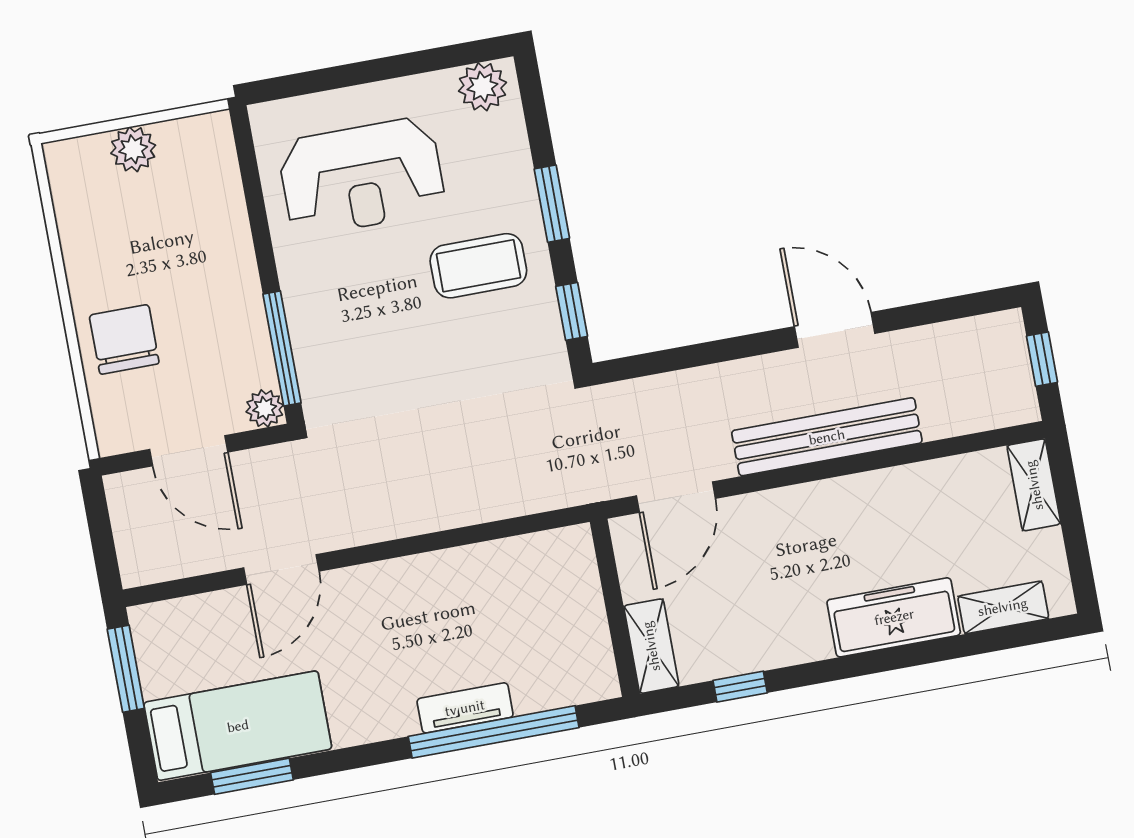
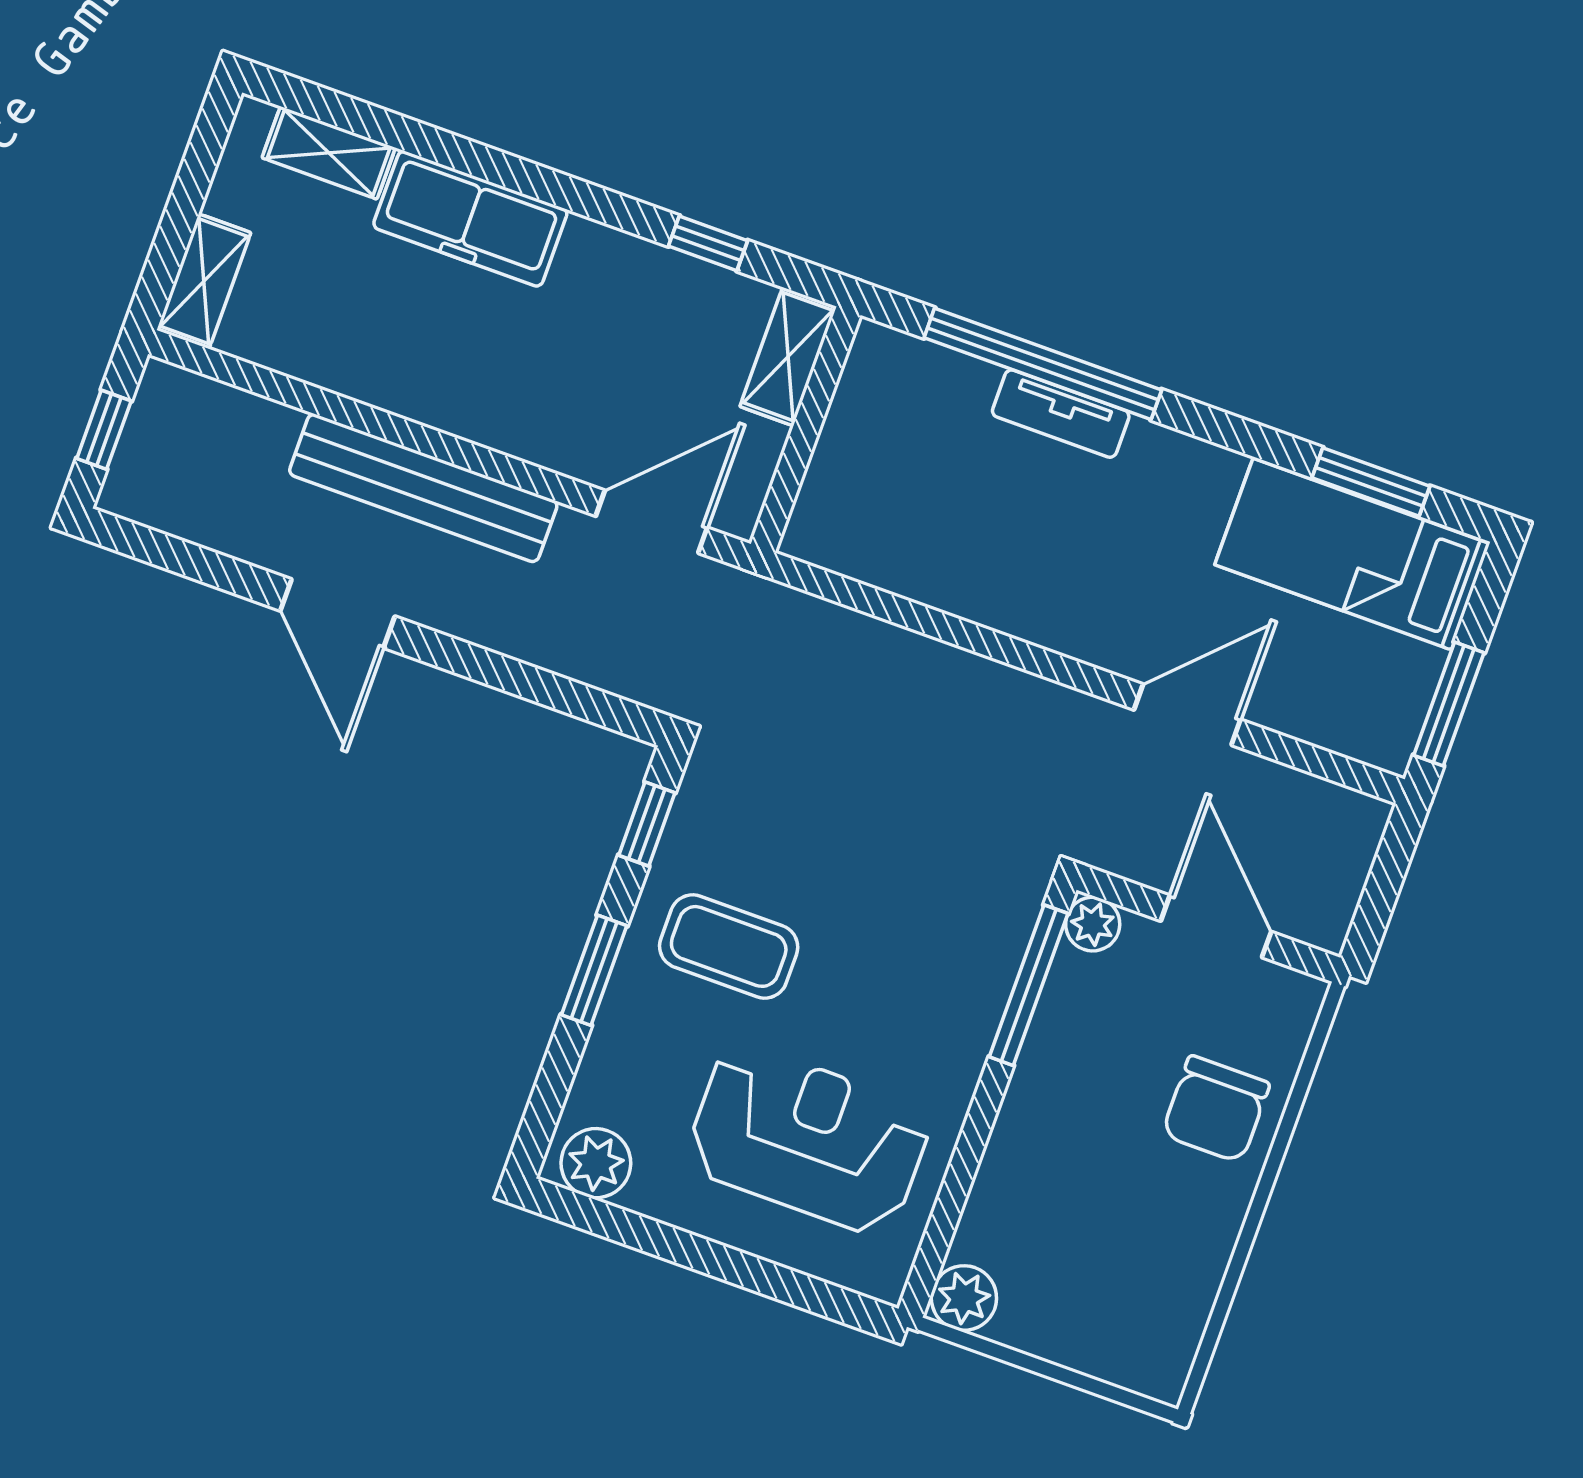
plant: (133, 149) -> (964, 1298), moved

